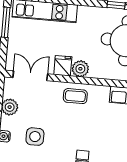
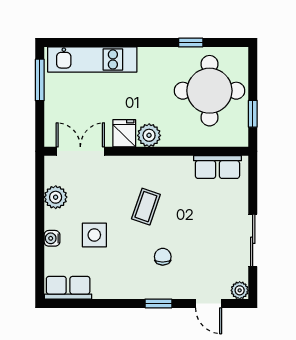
coffee table: (75, 96) -> (146, 207), moved, turned -71

